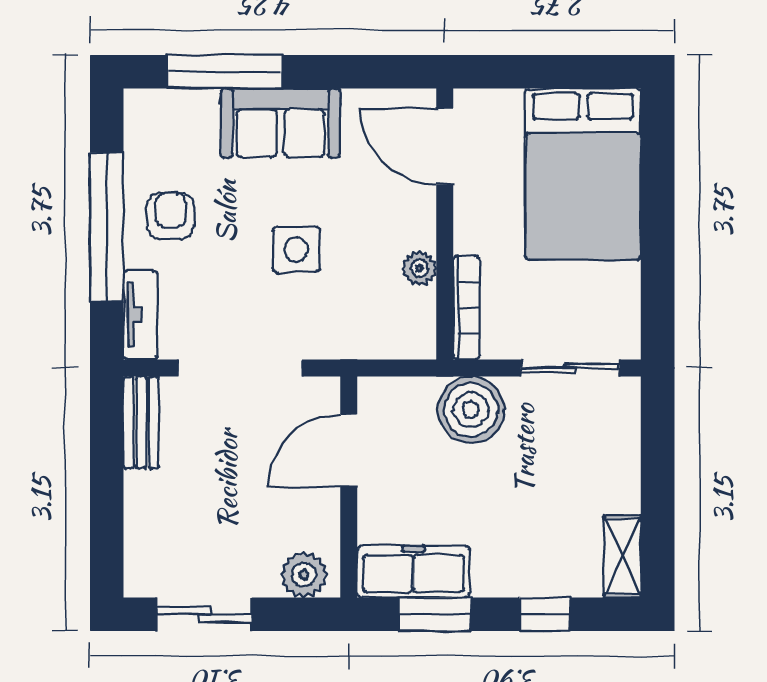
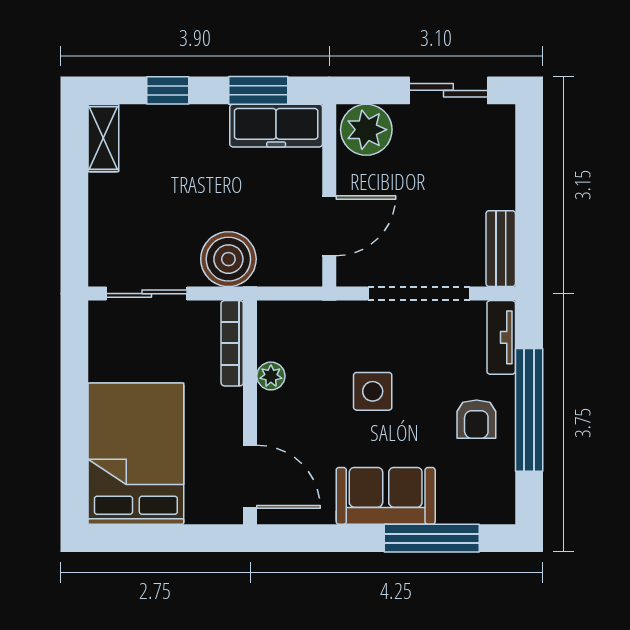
plant: (304, 575) -> (366, 130), width x1.36, depth x1.36

